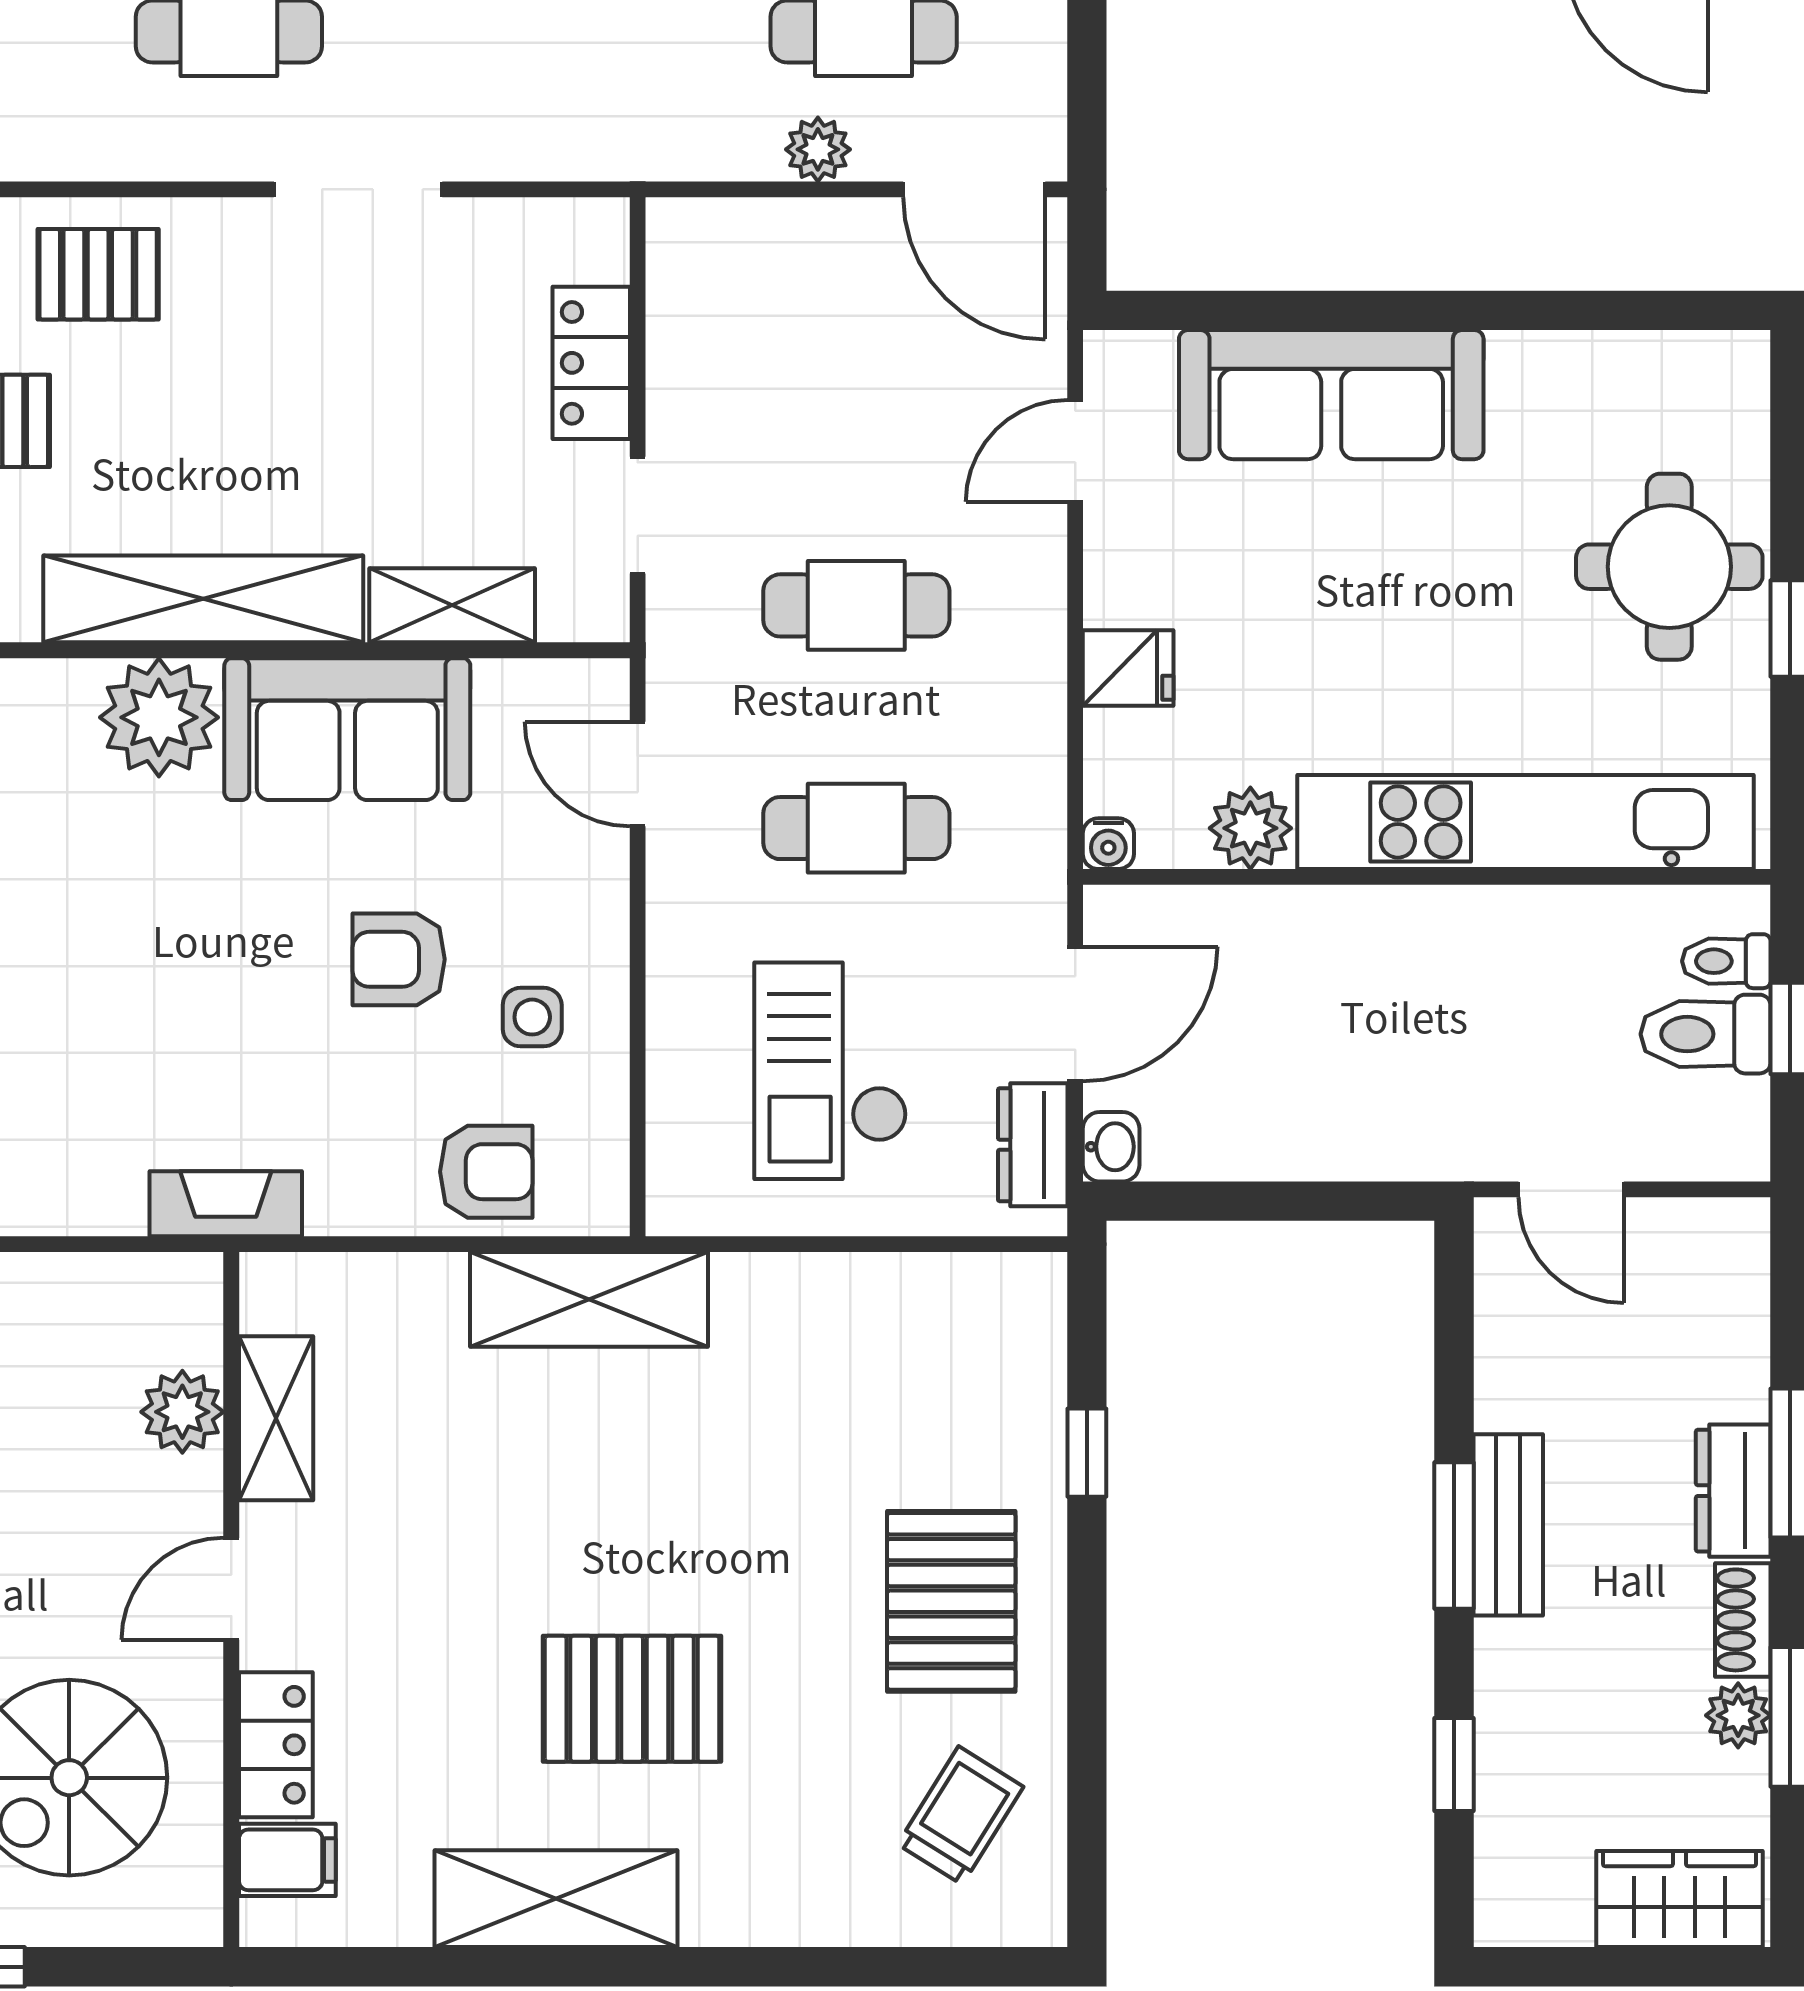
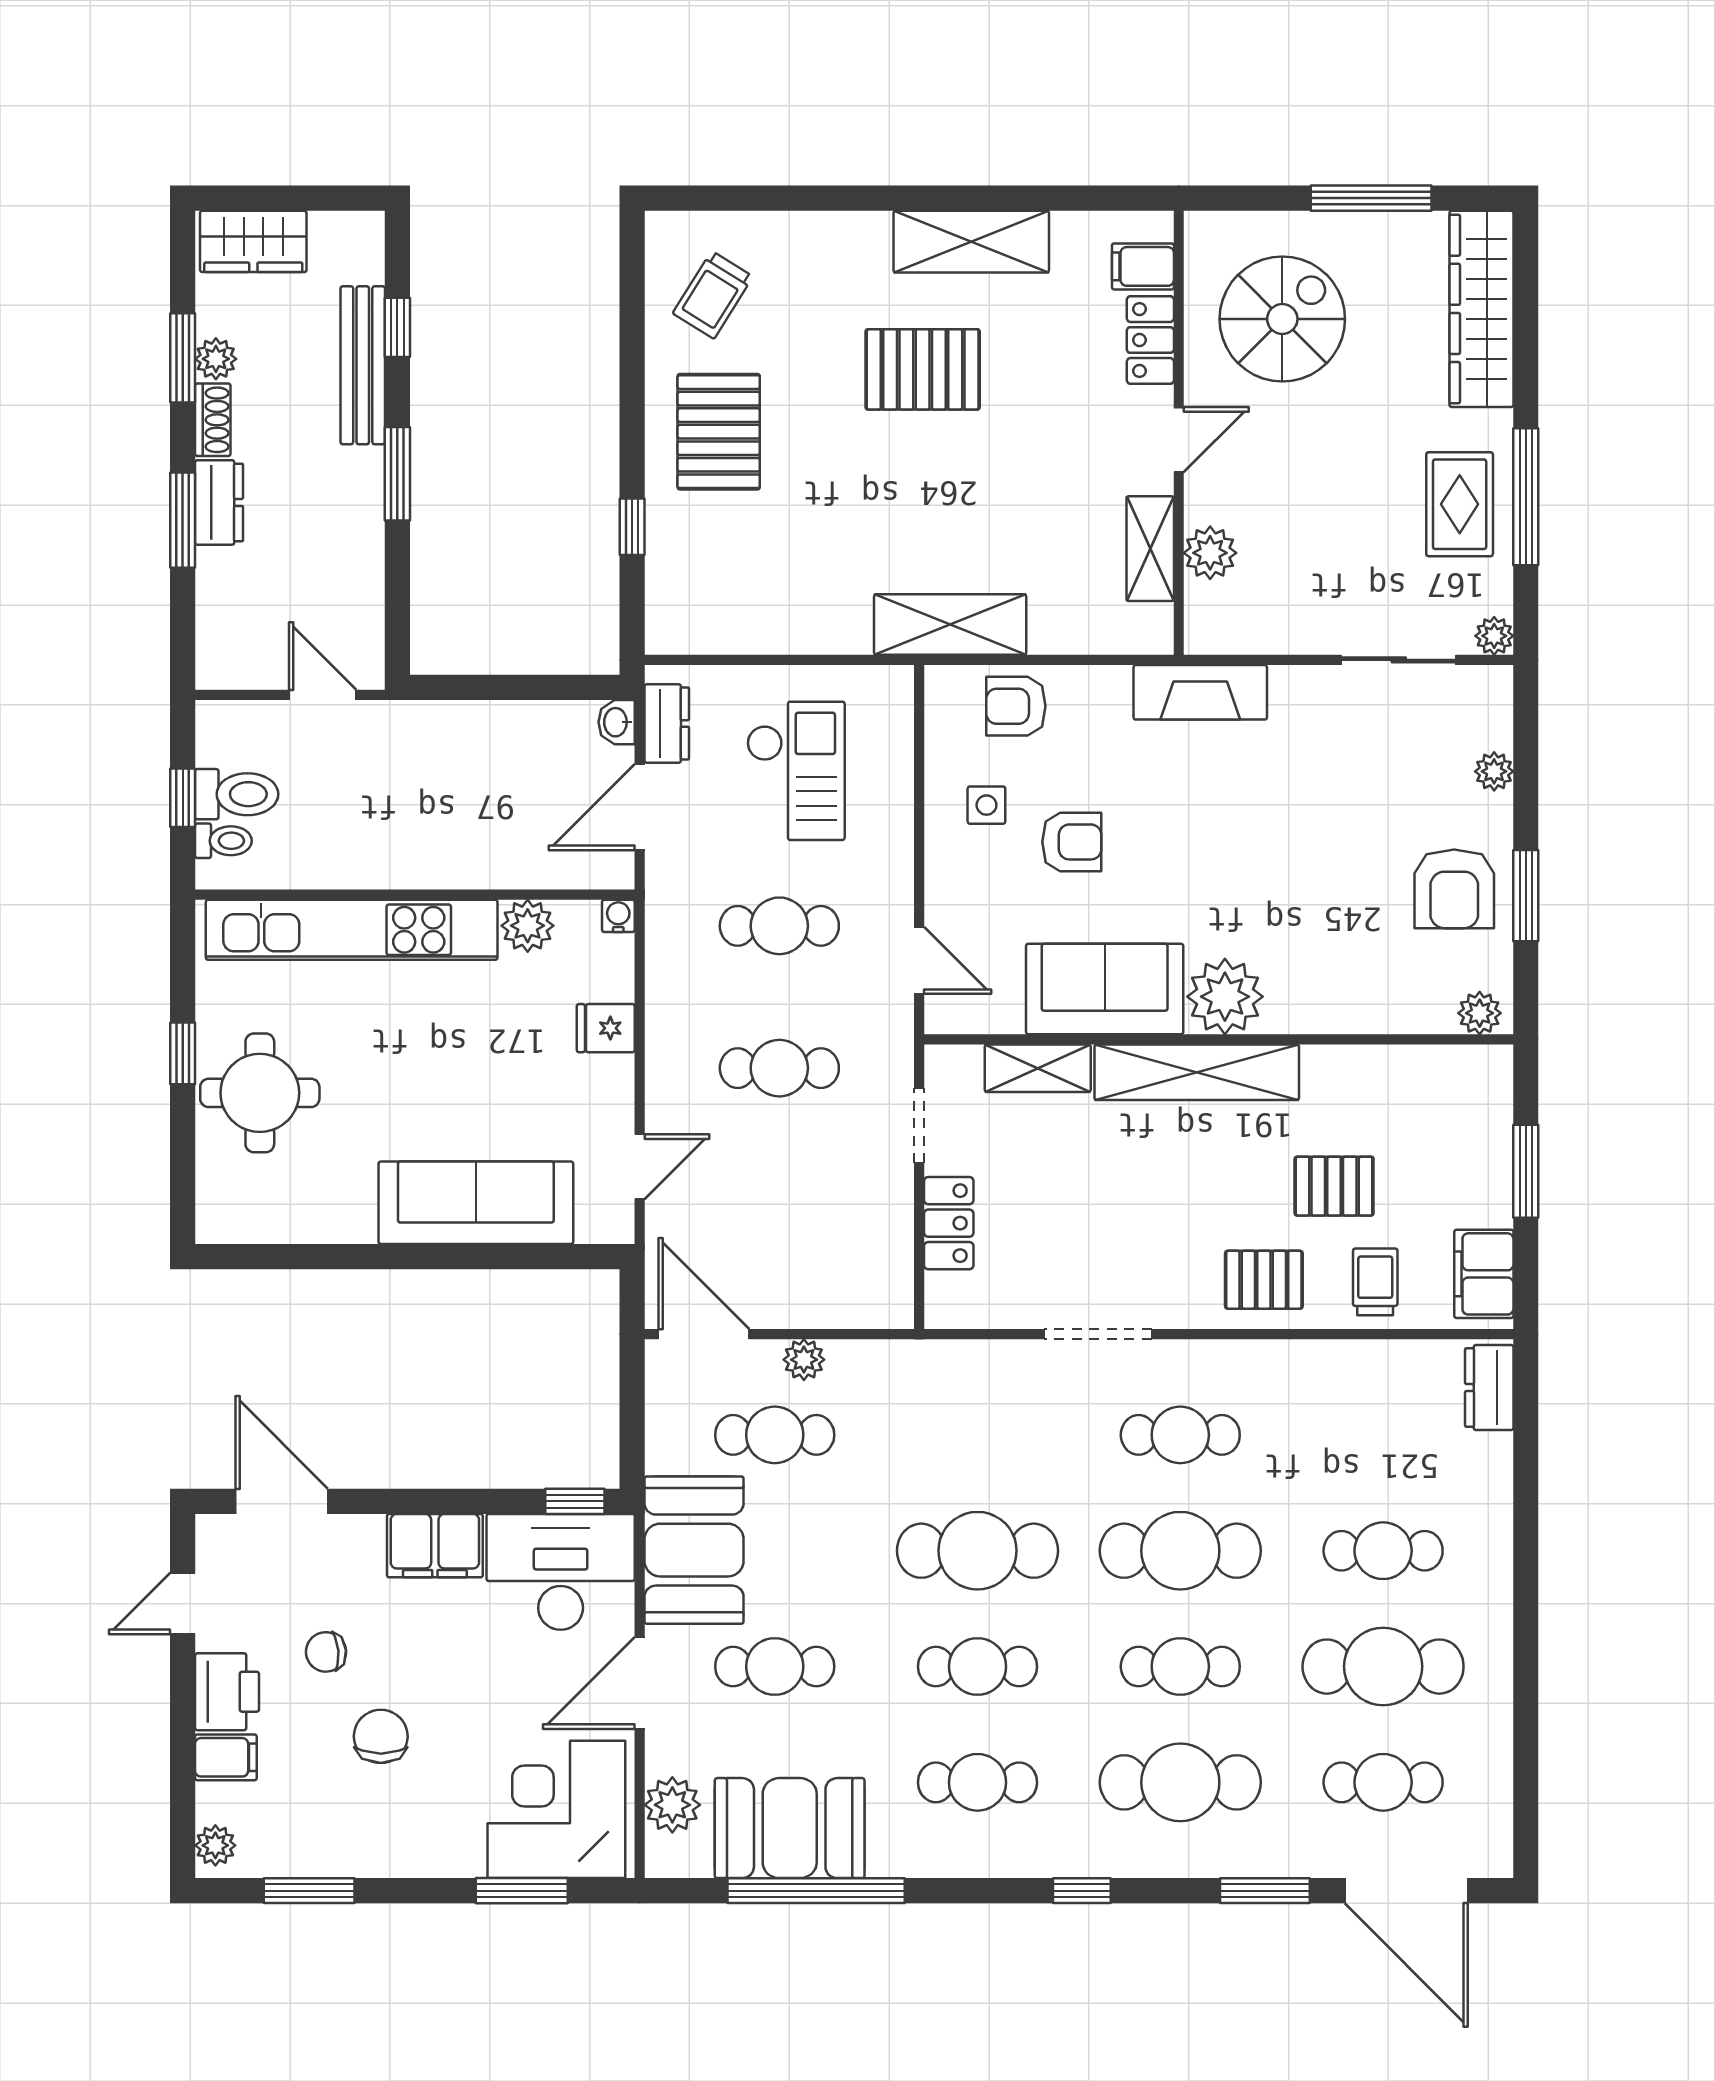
fireplace: (226, 1204) -> (1200, 692), width x1.37, depth x1.32
bench: (1508, 1525) -> (363, 365), moved, width x1.36

